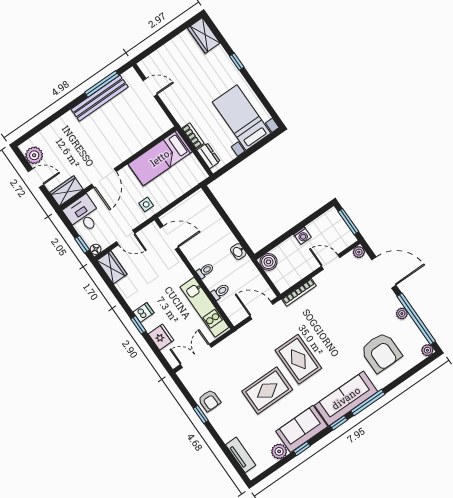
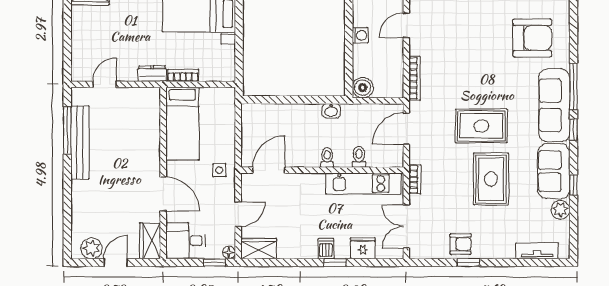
dresser: (208, 156) -> (152, 74), moved
bookcase: (231, 340) -> (415, 179), added

